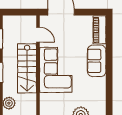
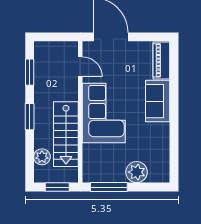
stairs: (27, 68) -> (66, 134), moved

